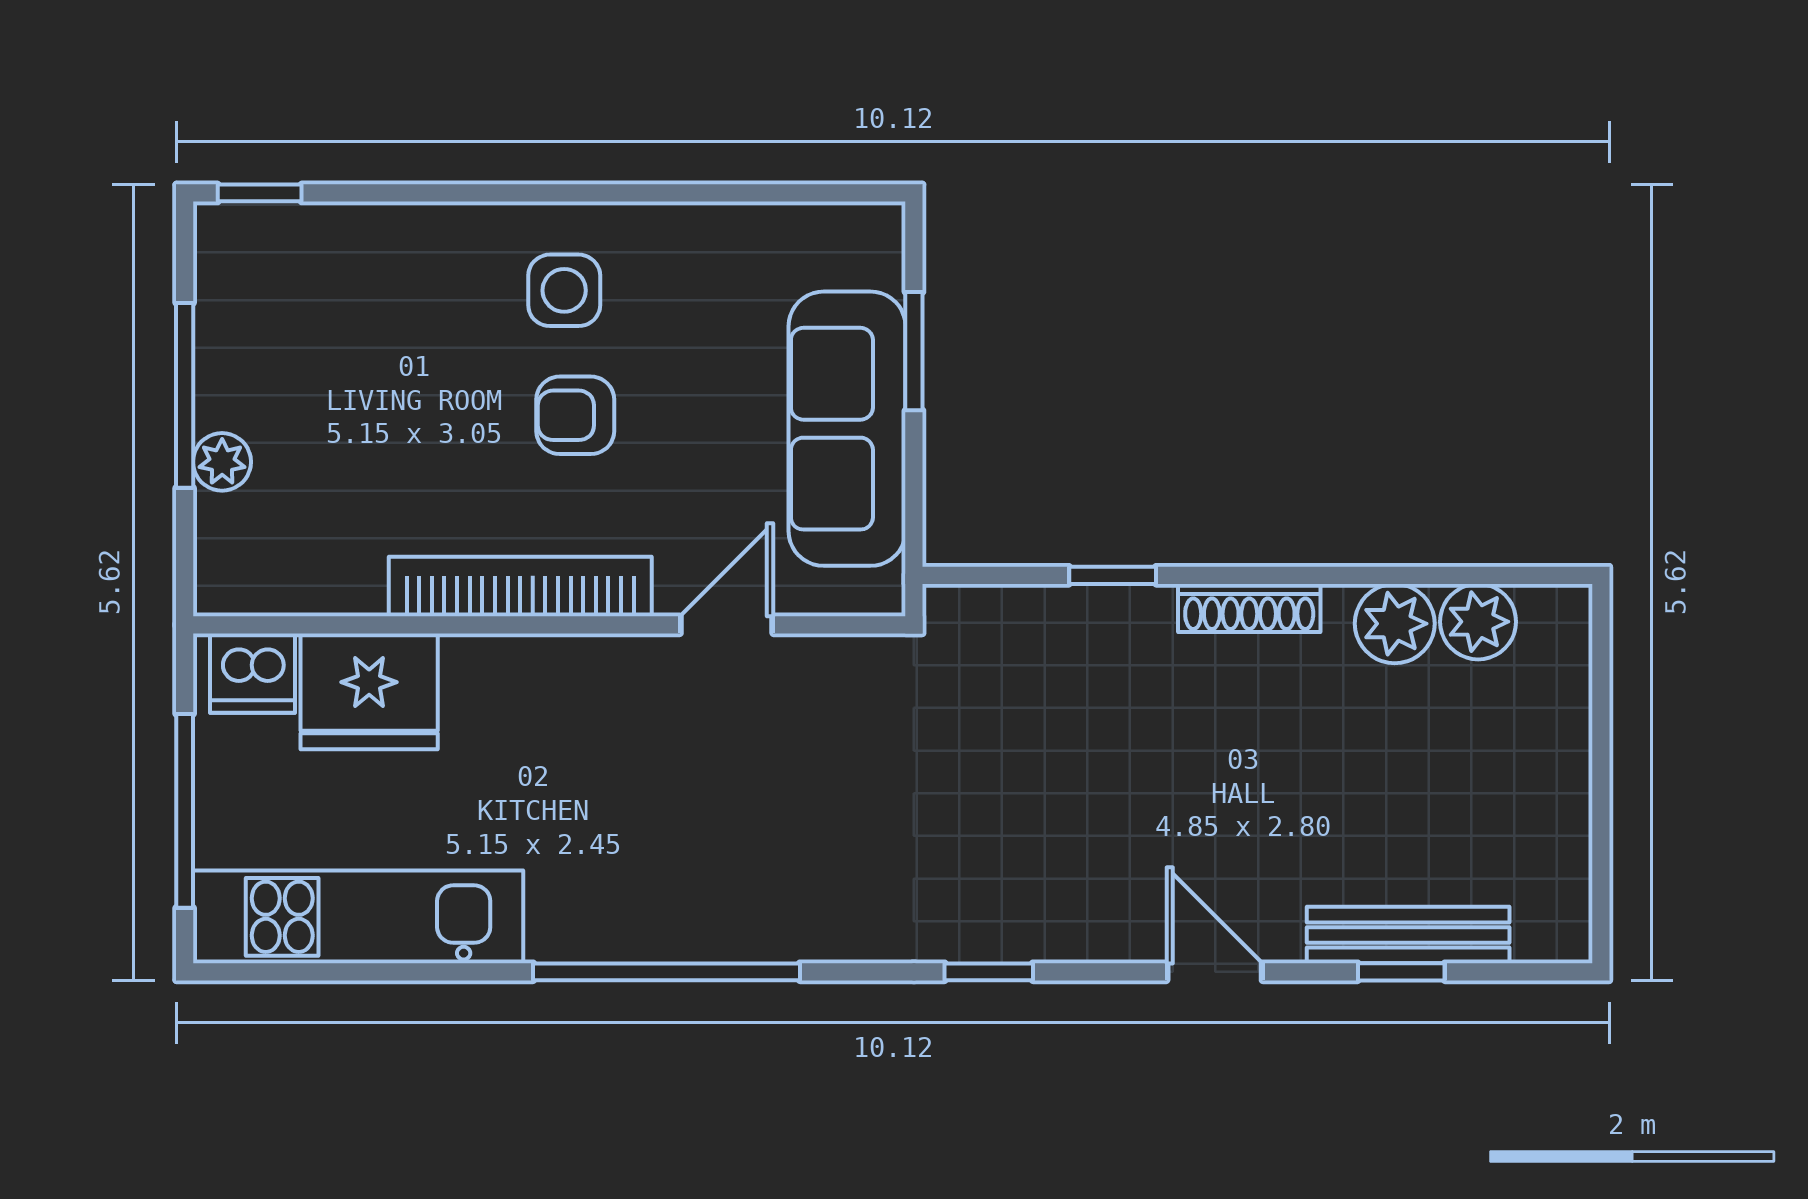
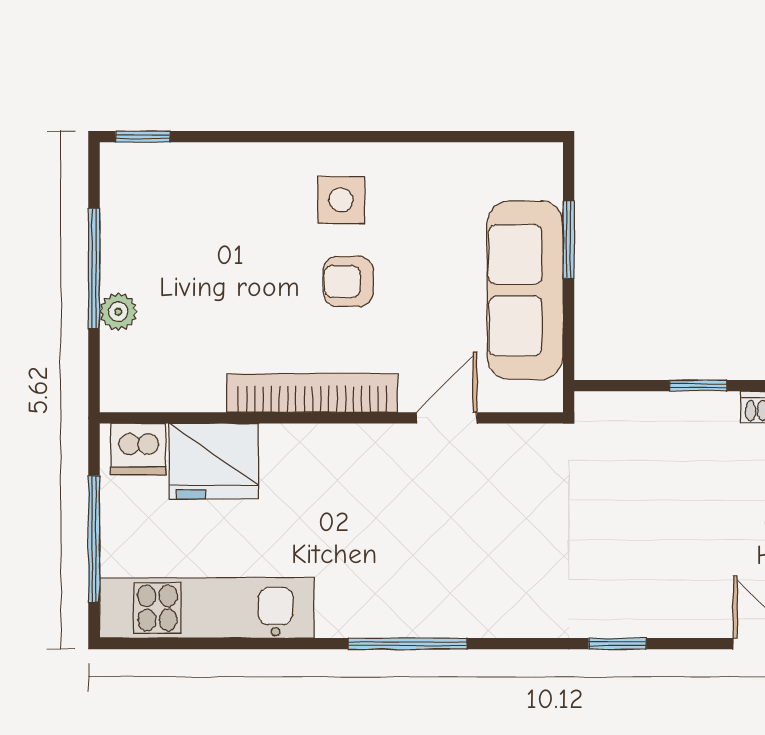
window: (666, 972) -> (408, 644), width x0.68

